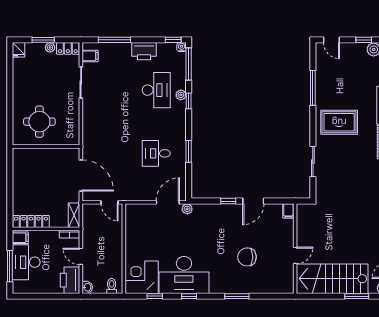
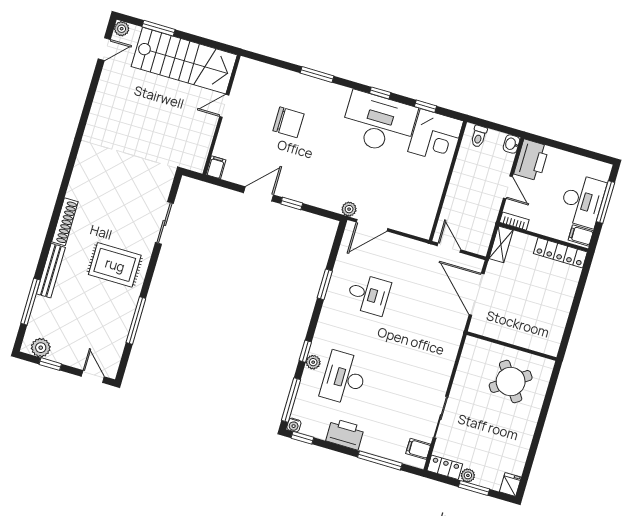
round table: (39, 122) -> (511, 381), turned -35

